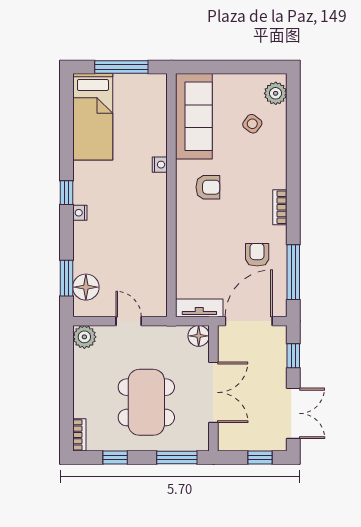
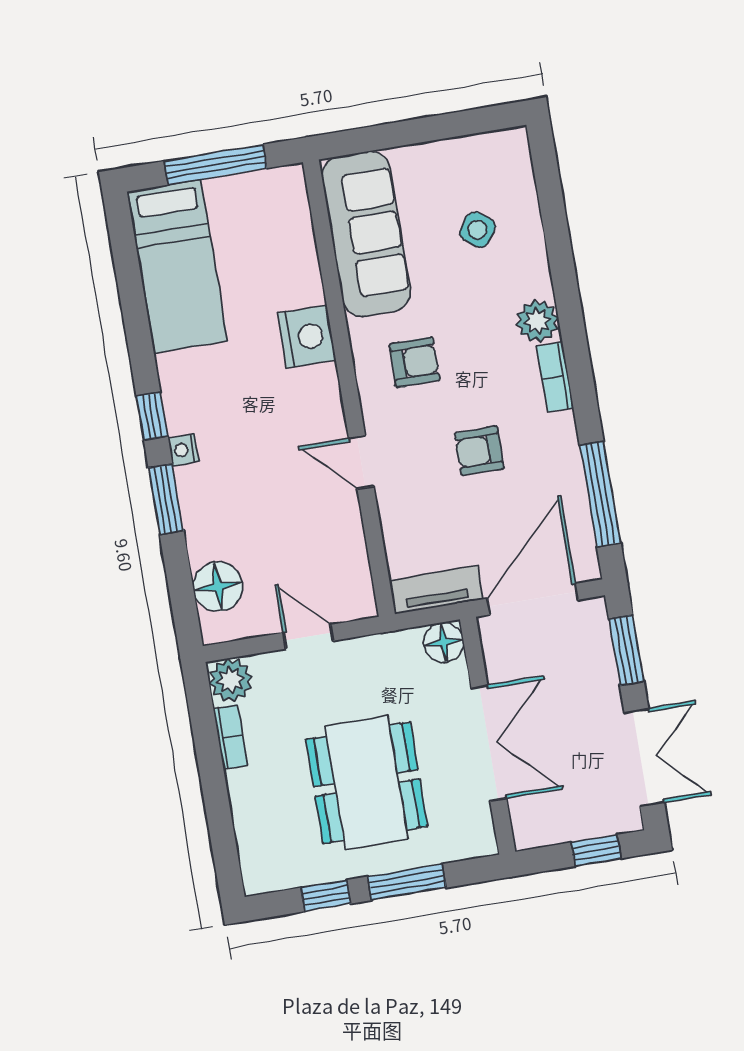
plant: (276, 93) -> (537, 321), moved
nightstand: (160, 165) -> (307, 337), width x1.89, depth x1.79
door: (171, 235) -> (361, 462), added
armchair: (257, 255) -> (479, 451), moved, turned -90
window: (66, 278) -> (166, 499), moved
window: (293, 356) -> (626, 650), width x1.50
bookcase: (79, 435) -> (230, 737), moved
window: (177, 458) -> (407, 882), moved

